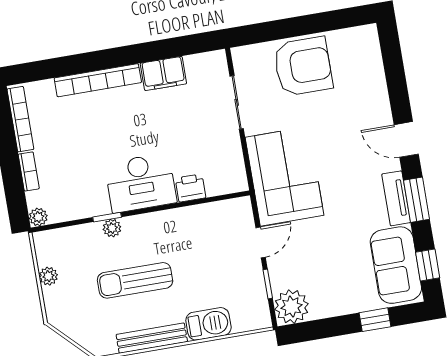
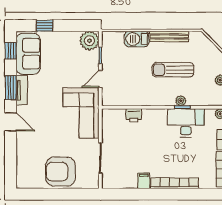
filing cabinet: (163, 73) -> (144, 181), width x0.50
desk: (141, 183) -> (186, 123), moved
sun lounger: (135, 280) -> (173, 70), turned 180

